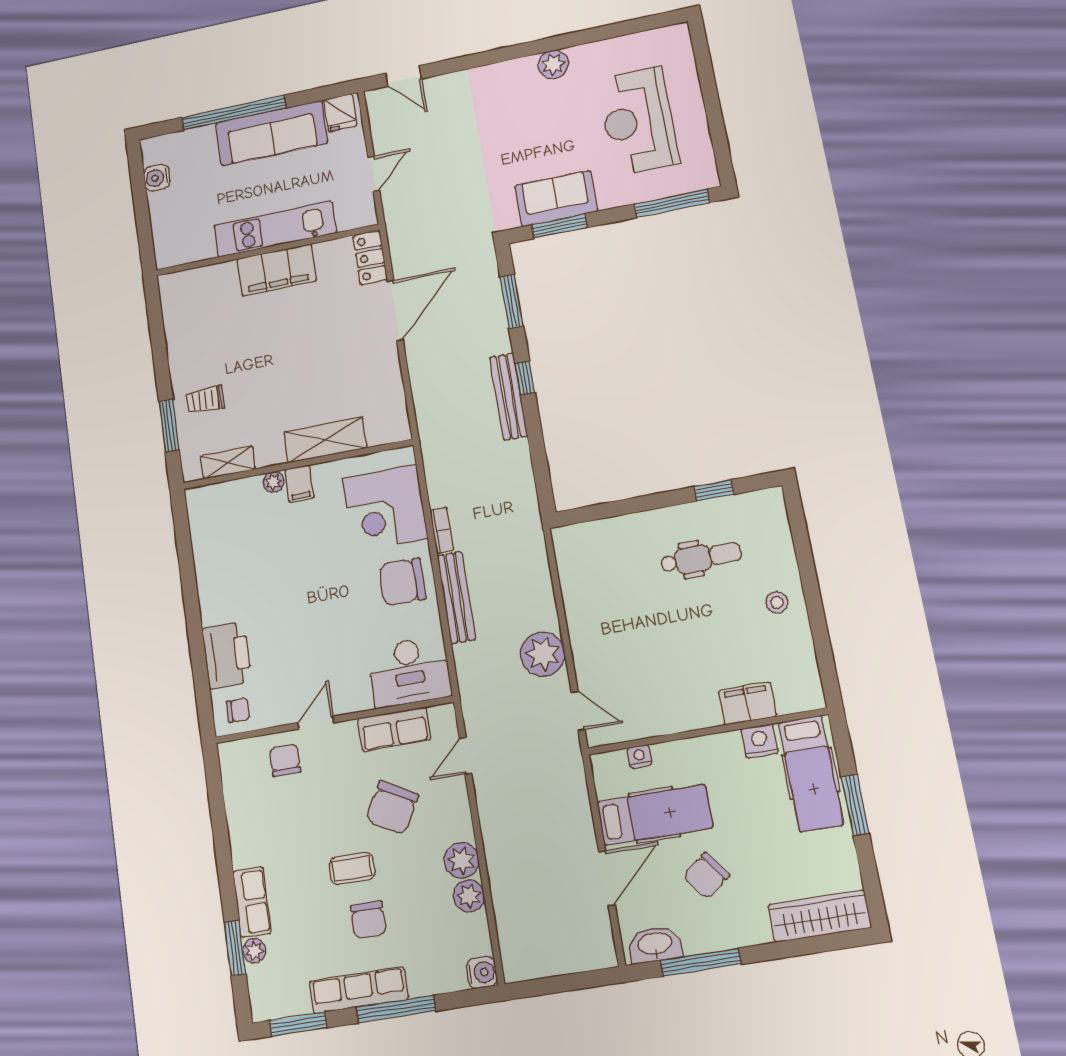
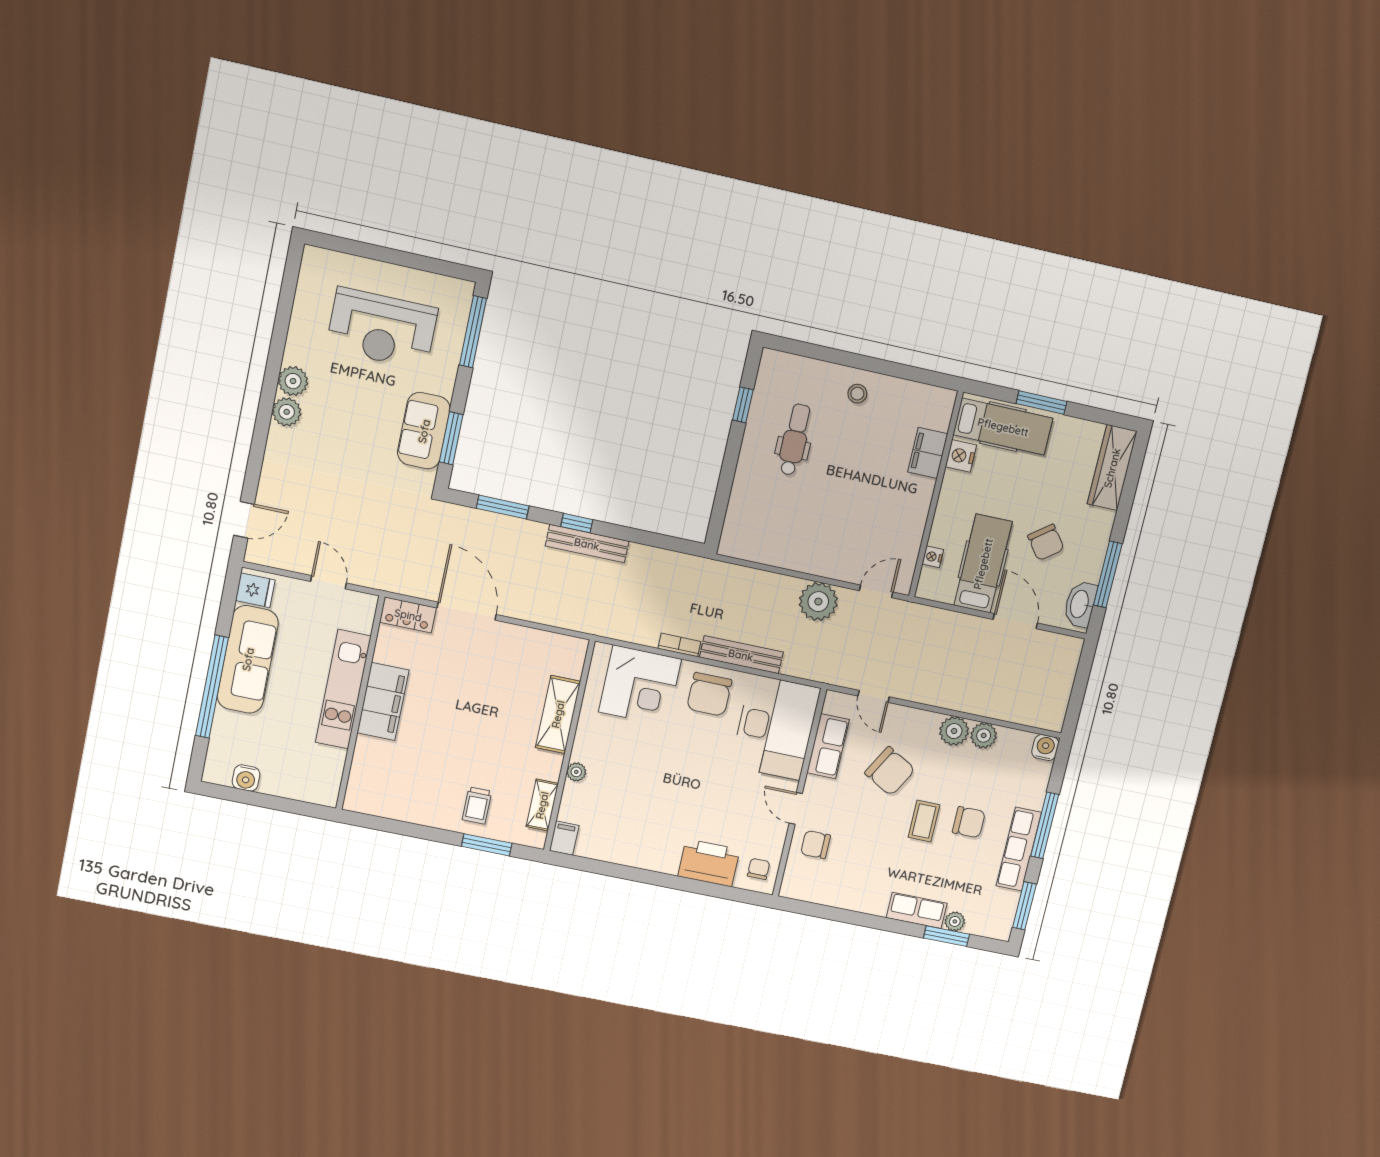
plant: (522, 71) -> (287, 412), added
filing cabinet: (299, 484) -> (564, 838), moved, turned -90
desk: (409, 672) -> (775, 727), width x1.36, depth x1.30

